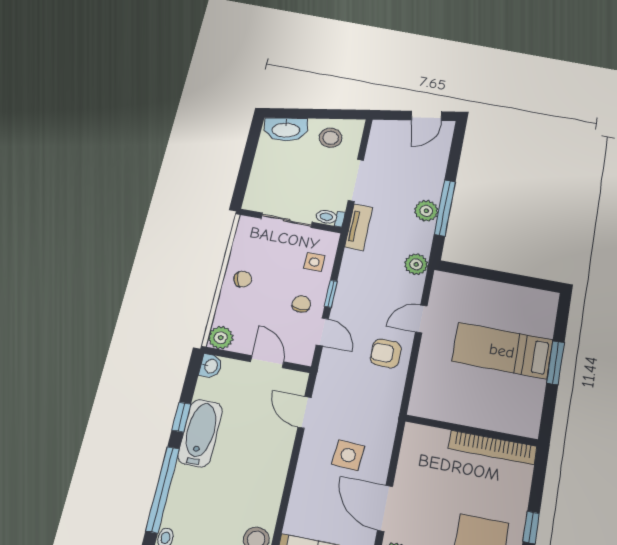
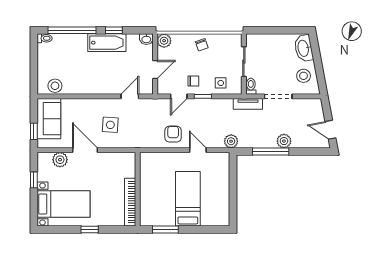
plant: (426, 211) -> (284, 141), moved
window: (555, 363) -> (165, 230), moved
door: (385, 508) -> (85, 150), hinge flipped

